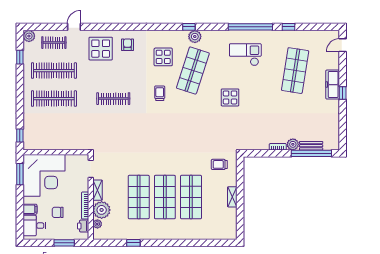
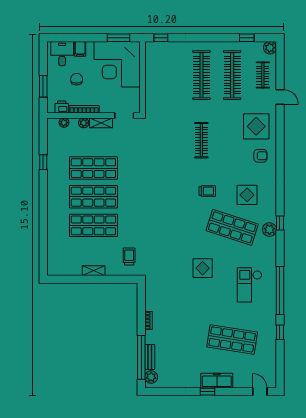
checkout: (245, 55) -> (250, 285), turned 180
plant: (293, 144) -> (151, 377), moved
plant: (102, 210) -> (84, 123), width x0.53, depth x0.53

